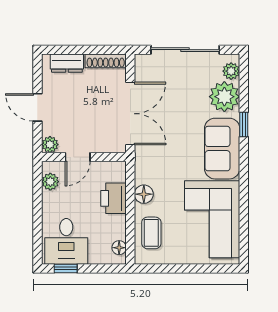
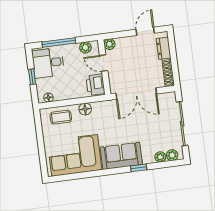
plant: (224, 97) -> (160, 157), width x0.53, depth x0.53
door: (37, 107) -> (145, 31), moved
printer: (114, 198) -> (95, 85), moved, turned -90
window: (37, 221) -> (59, 42), added
window: (66, 268) -> (32, 77), moved

